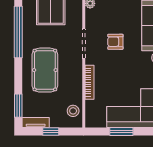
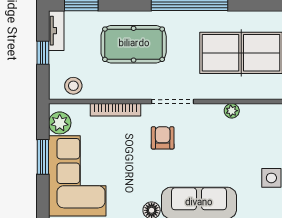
armchair: (115, 42) -> (163, 138), moved
plant: (98, 120) -> (60, 123), added

